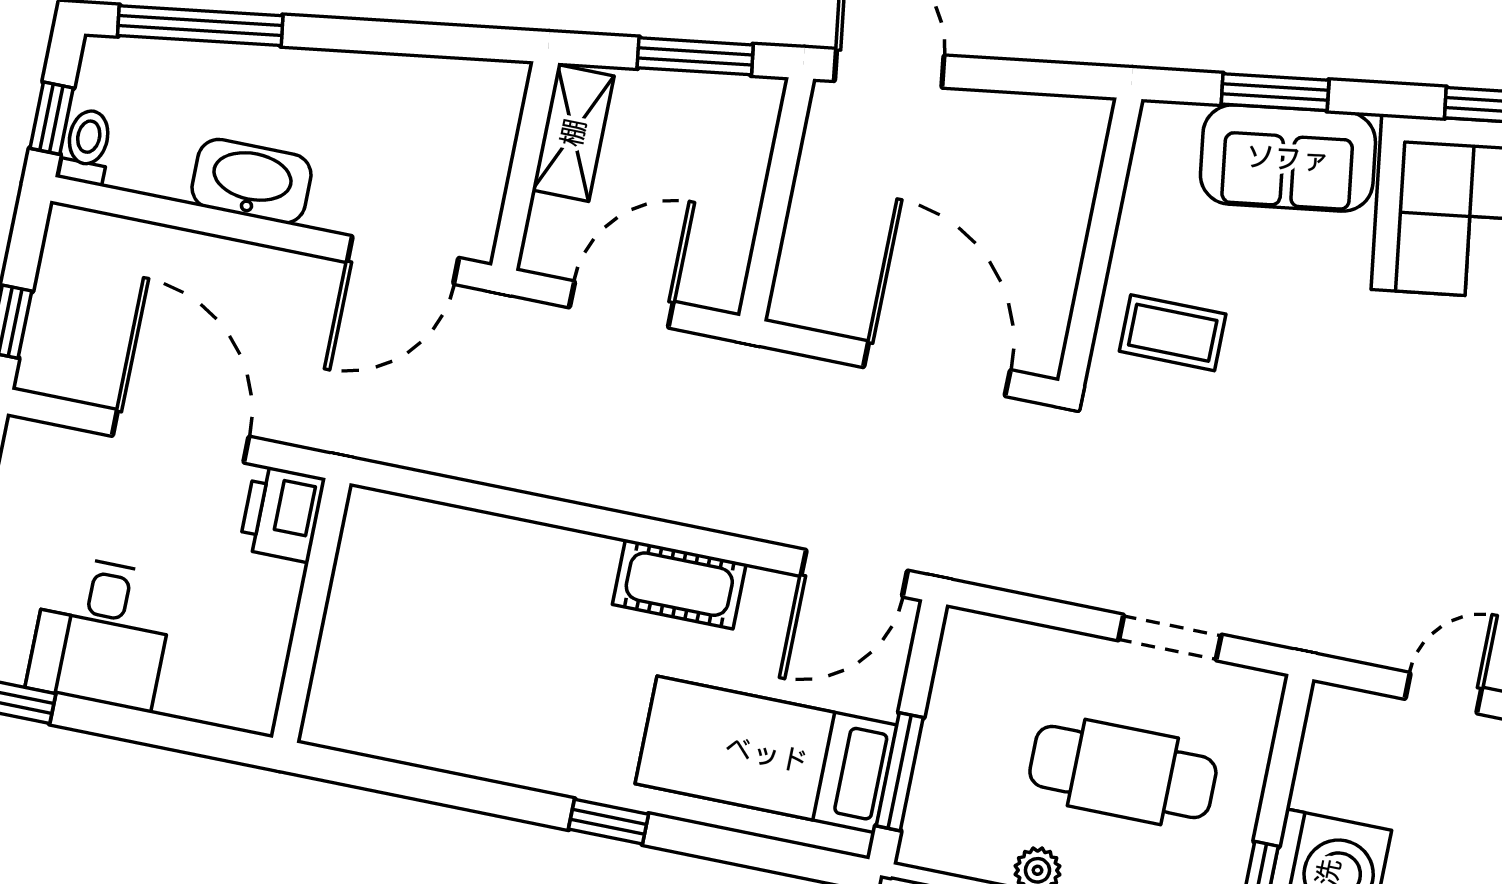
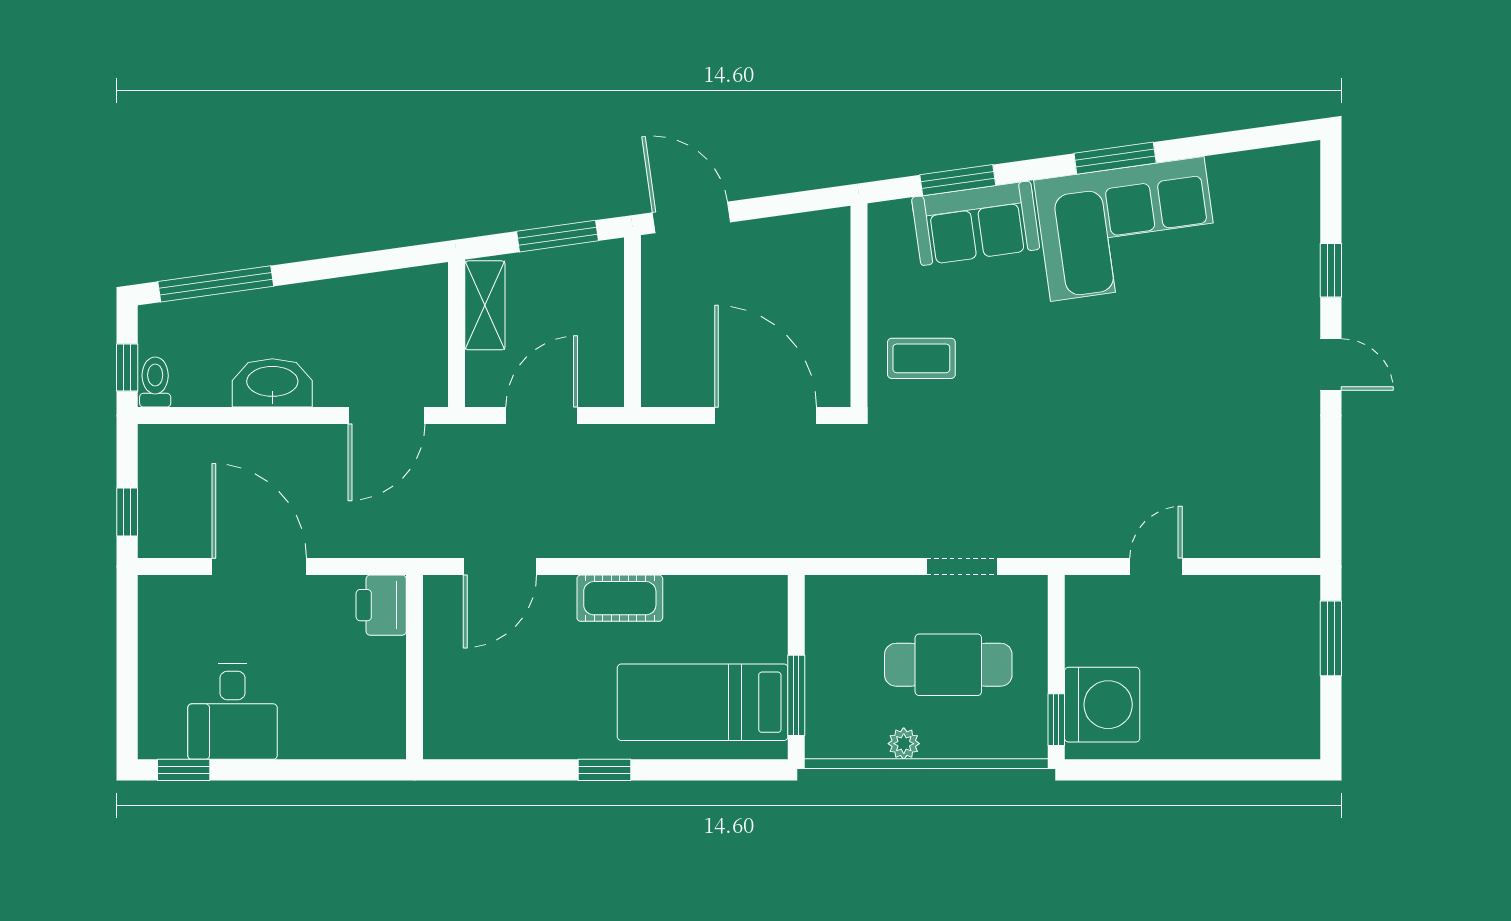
printer: (282, 513) -> (381, 605), moved
door: (854, 573) -> (500, 567), moved
wall: (311, 610) -> (415, 667), moved

